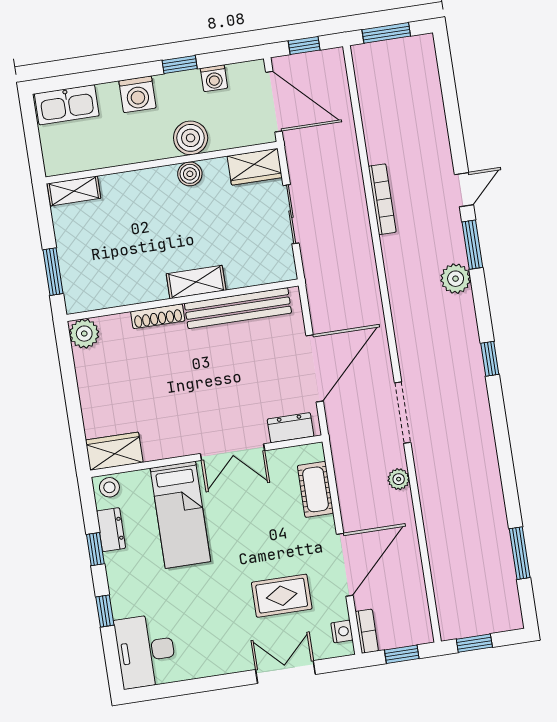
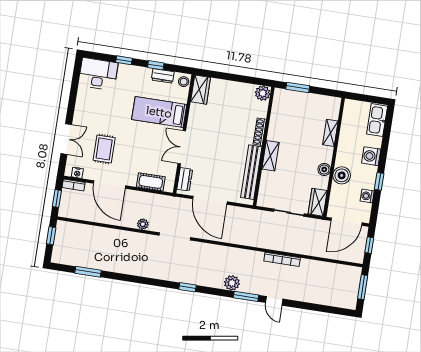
shelving: (74, 191) -> (330, 133), moved

